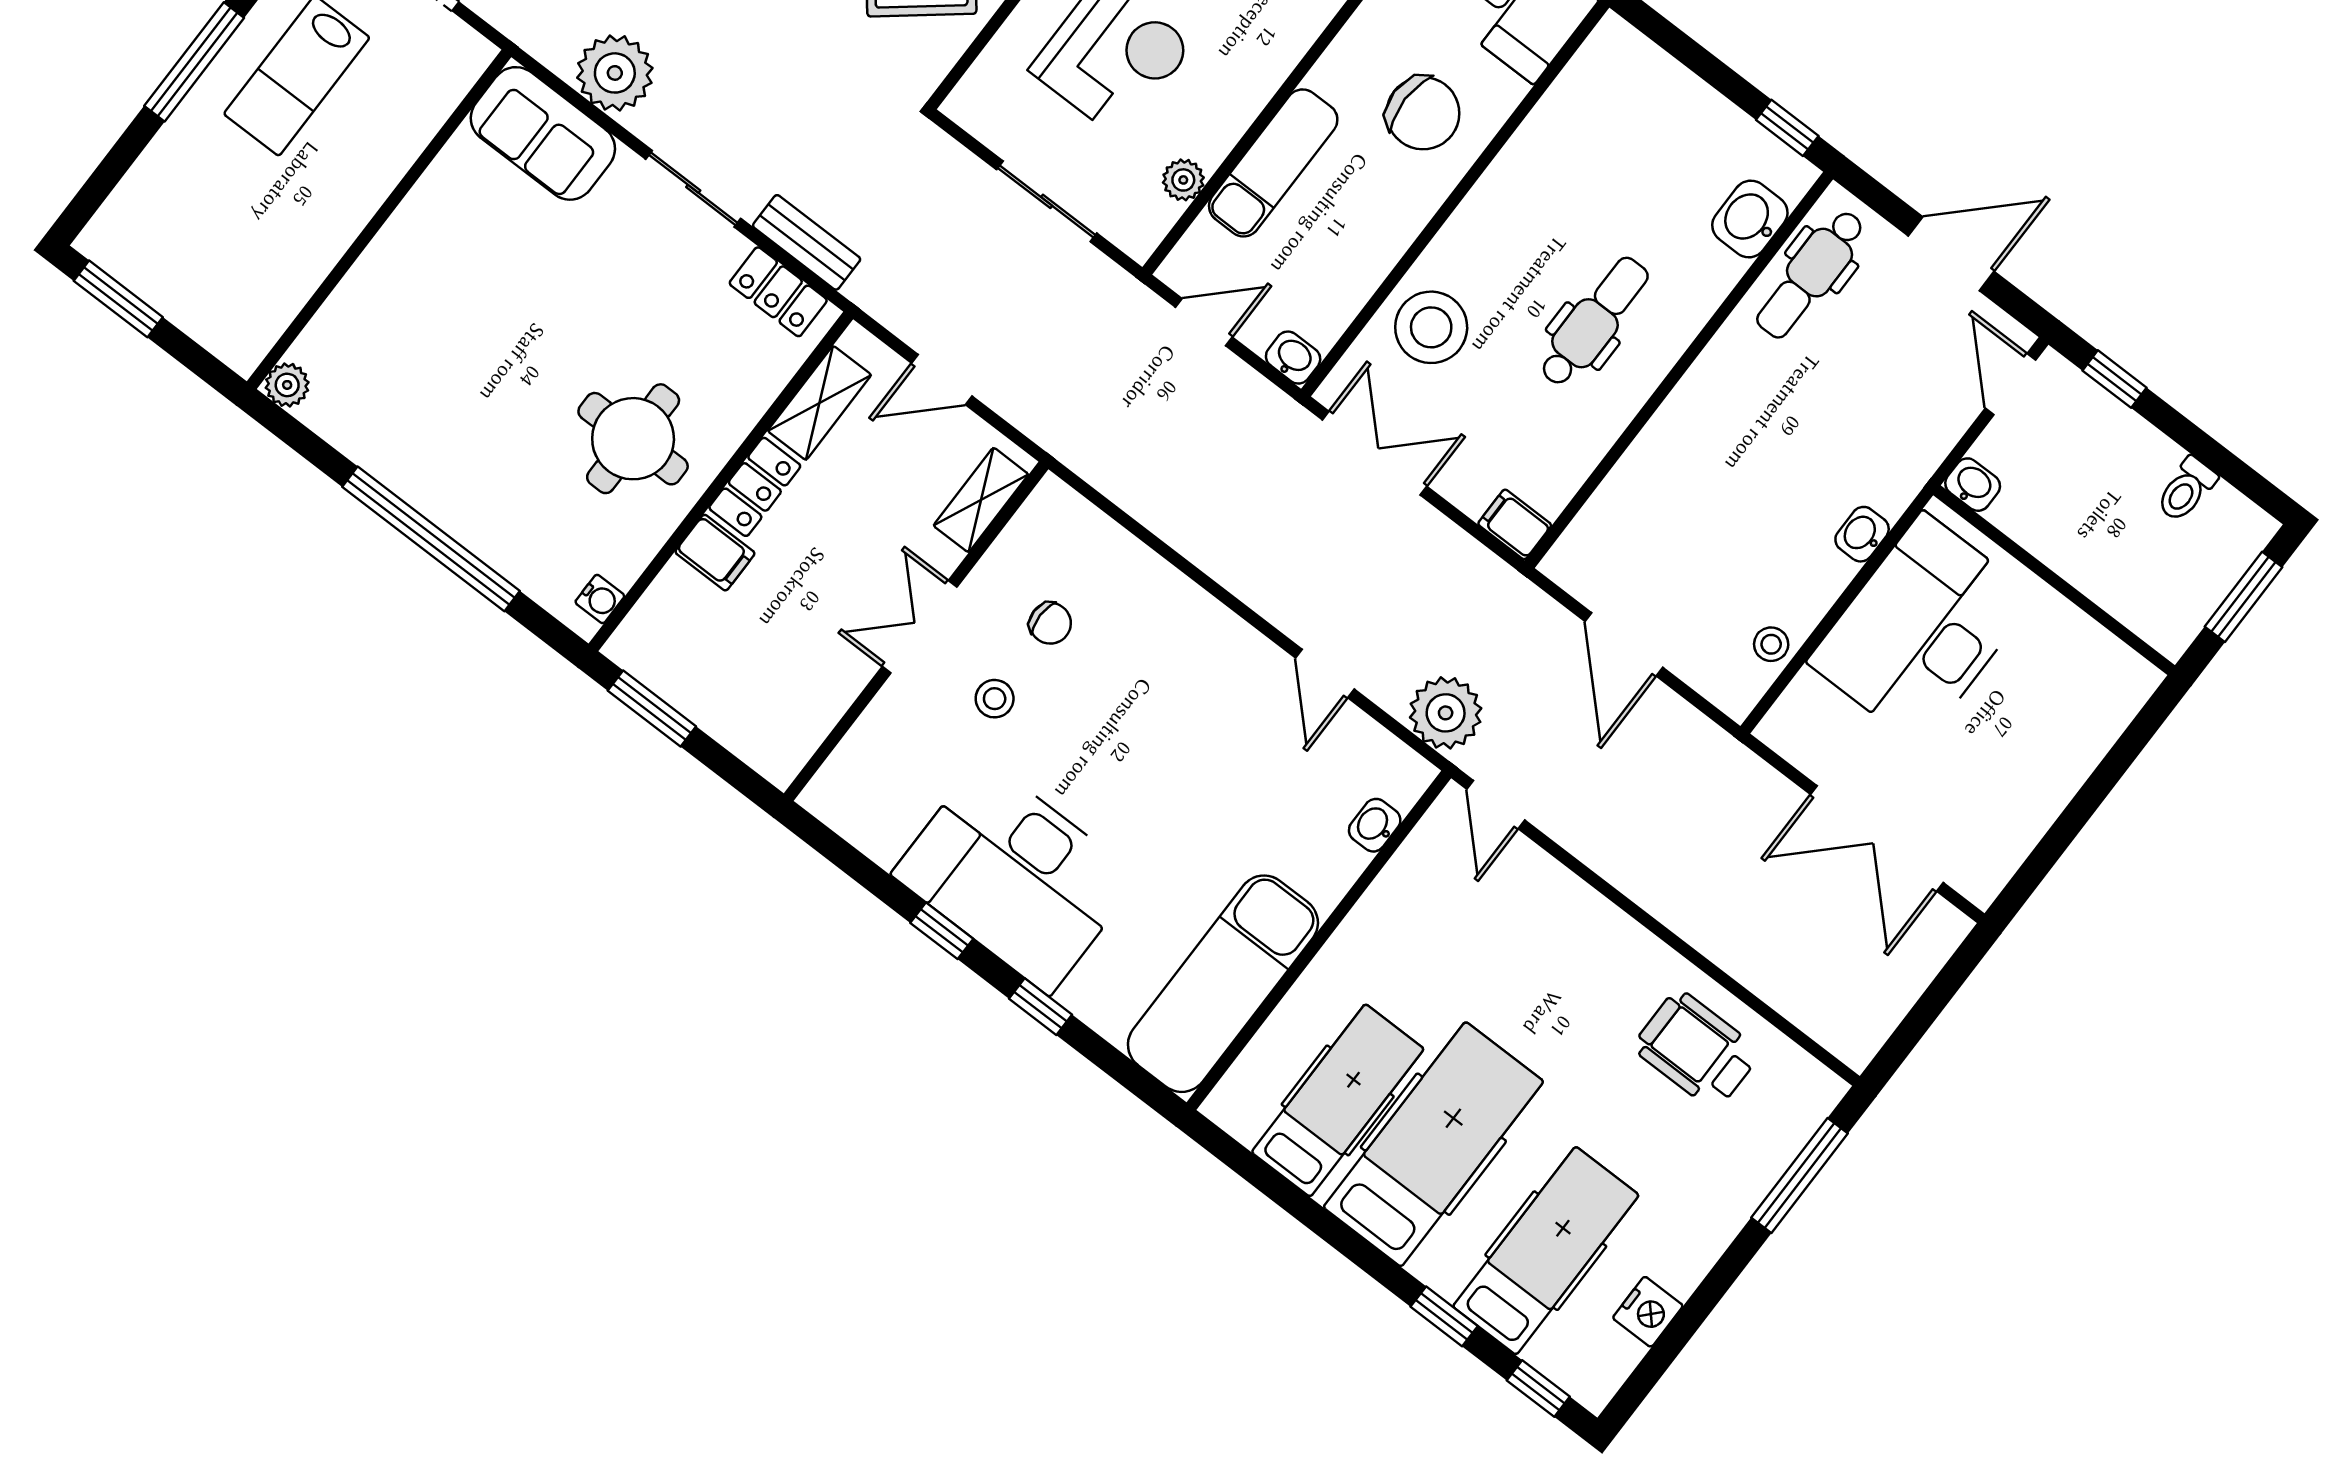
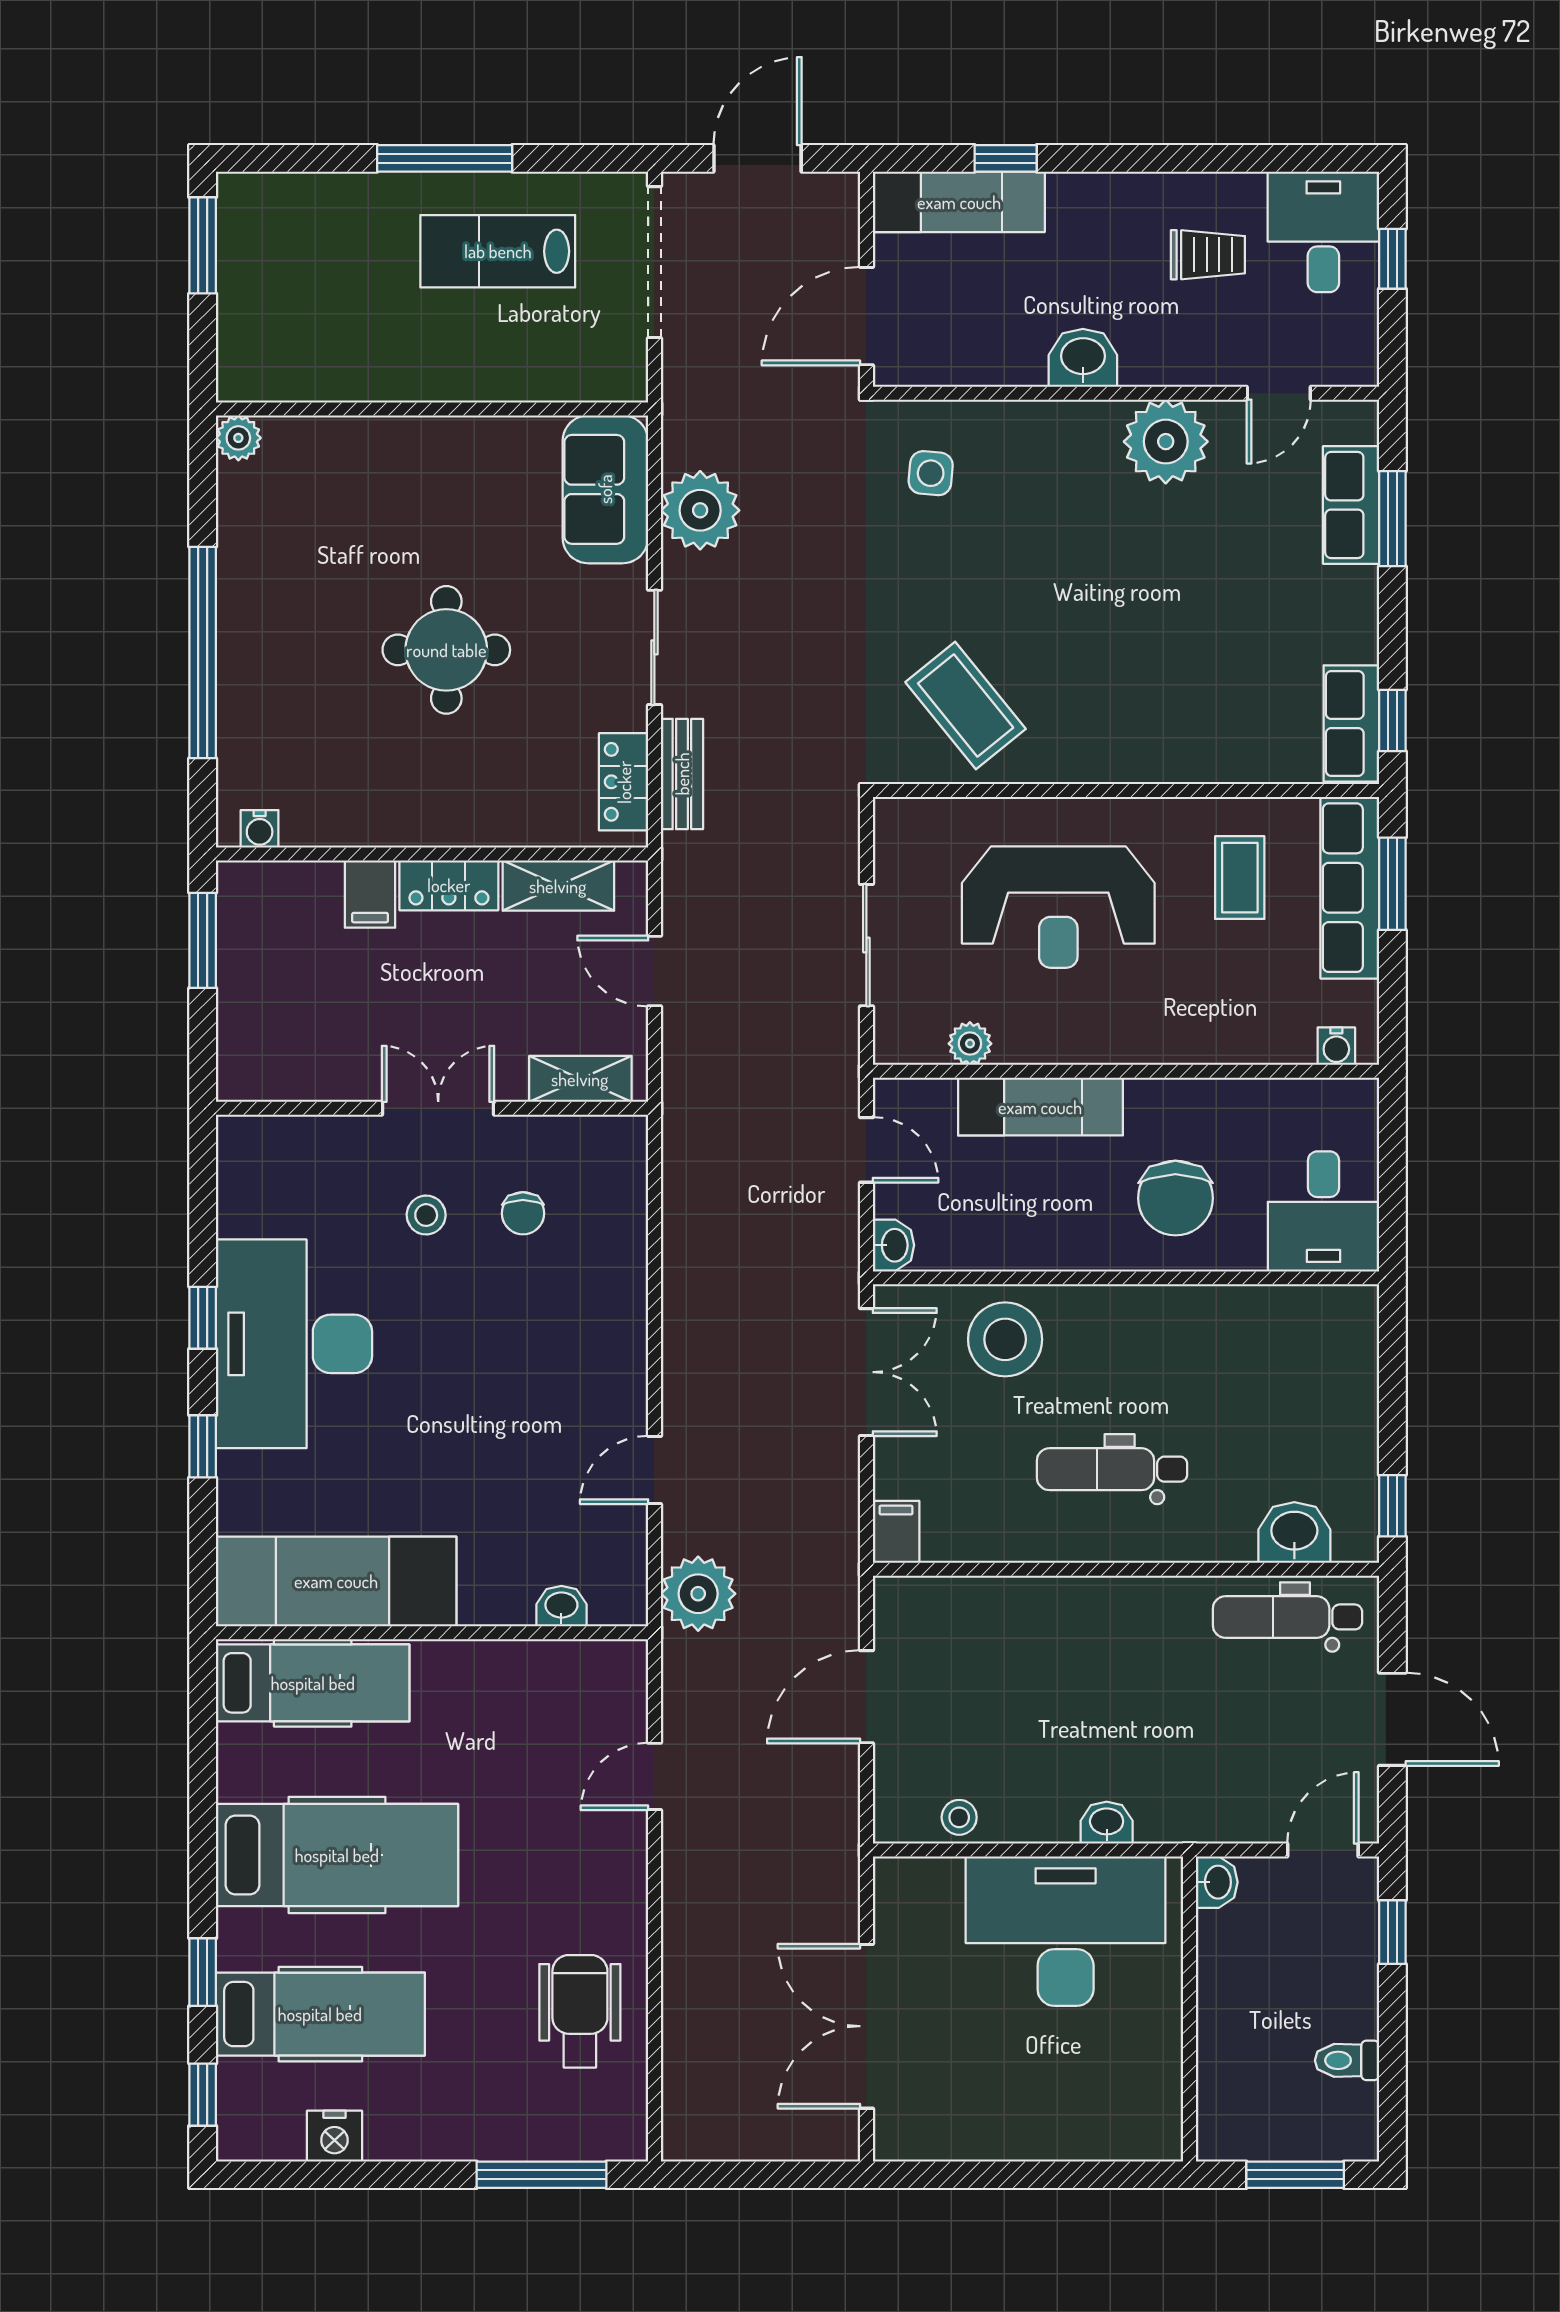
dental chair: (1594, 322) -> (1112, 1469), turned 180
round table: (633, 439) -> (446, 650), moved
door: (1496, 805) -> (654, 1776), moved
hospital bed: (1338, 1100) -> (313, 1683), moved

